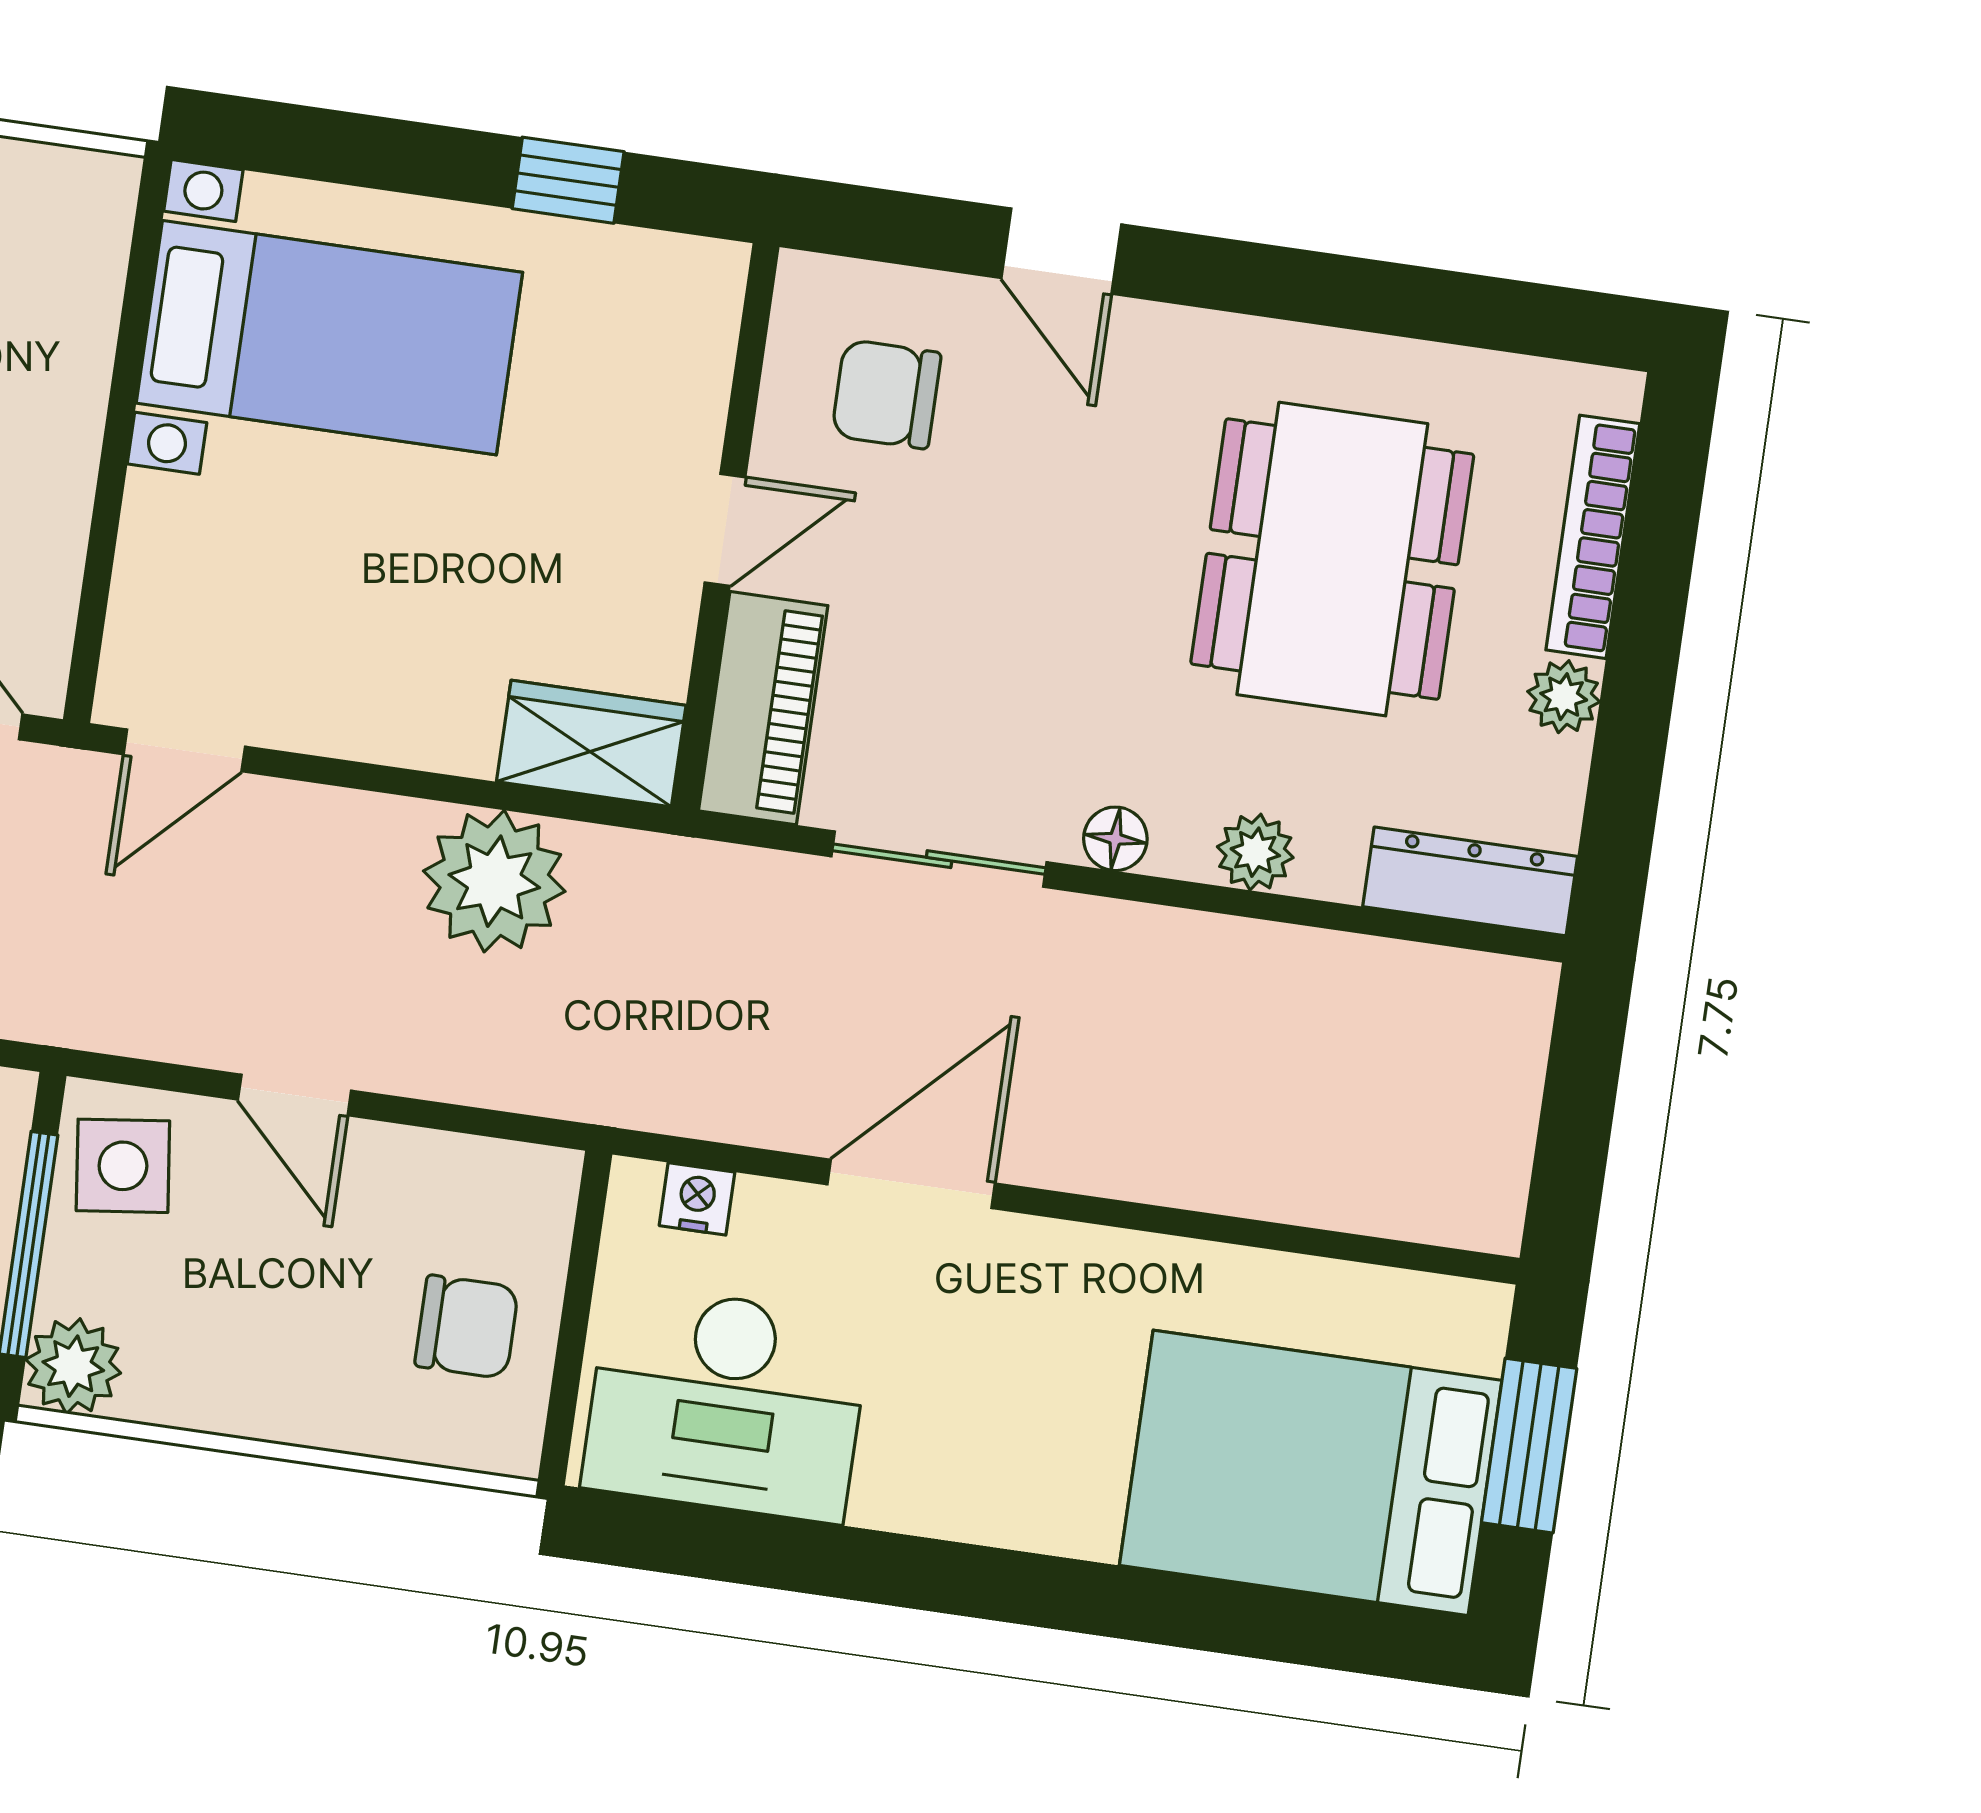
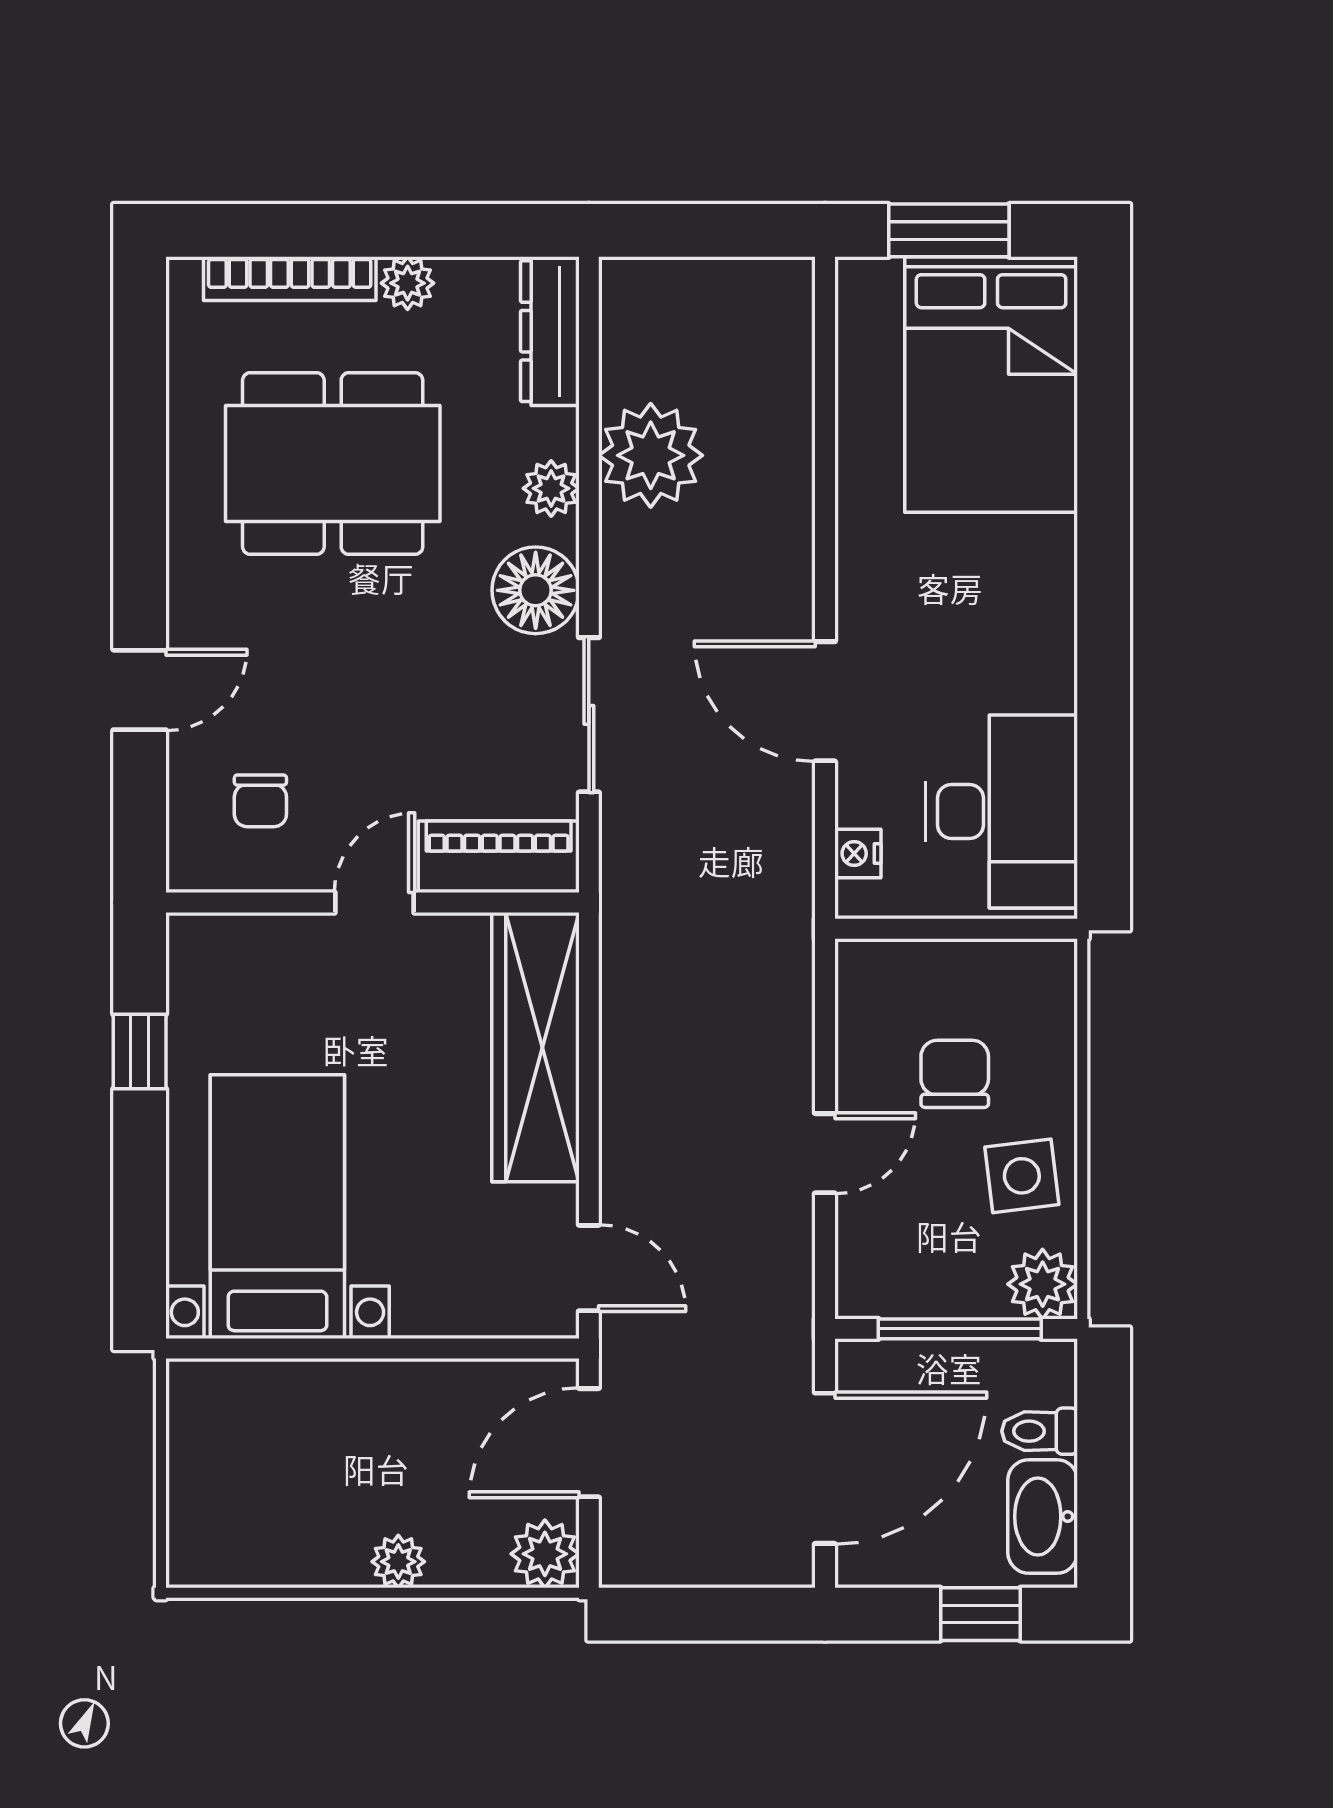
chair: (886, 394) -> (260, 801), width x0.73, depth x0.73
door: (725, 530) -> (375, 903), hinge flipped
wardrobe: (591, 744) -> (535, 1047), width x2.10, depth x1.17
floor lamp: (1115, 839) -> (536, 590), width x1.89, depth x1.89
plant: (494, 881) -> (651, 455), moved
side table: (123, 1166) -> (1022, 1176), moved
chair: (467, 1327) -> (955, 1074), moved

